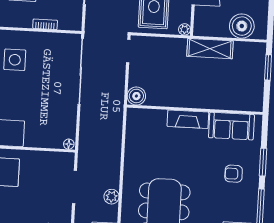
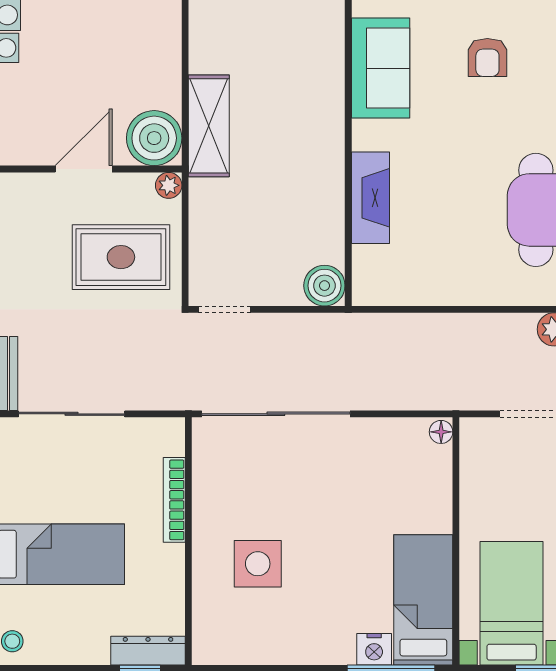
bookcase: (45, 24) -> (174, 500), width x1.56
boiler: (242, 26) -> (154, 138), moved
fireplace: (188, 119) -> (370, 198), moved

